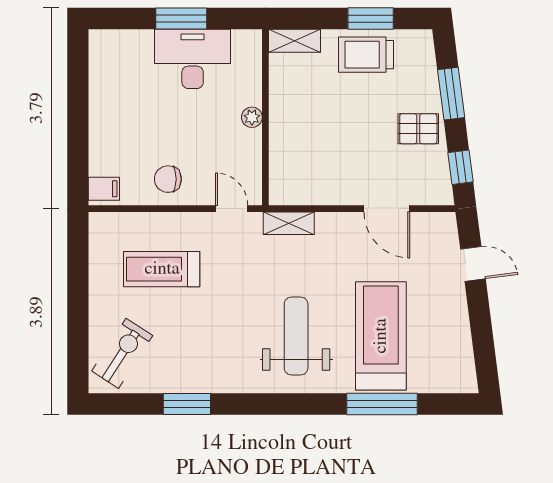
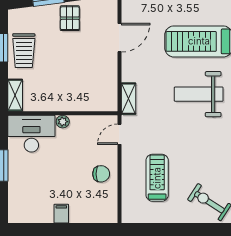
desk: (193, 59) -> (31, 134), moved, turned 90
chair: (168, 179) -> (101, 174), turned -90
filing cabinet: (104, 189) -> (61, 214), moved
treadmill: (162, 269) -> (157, 178), turned 180

